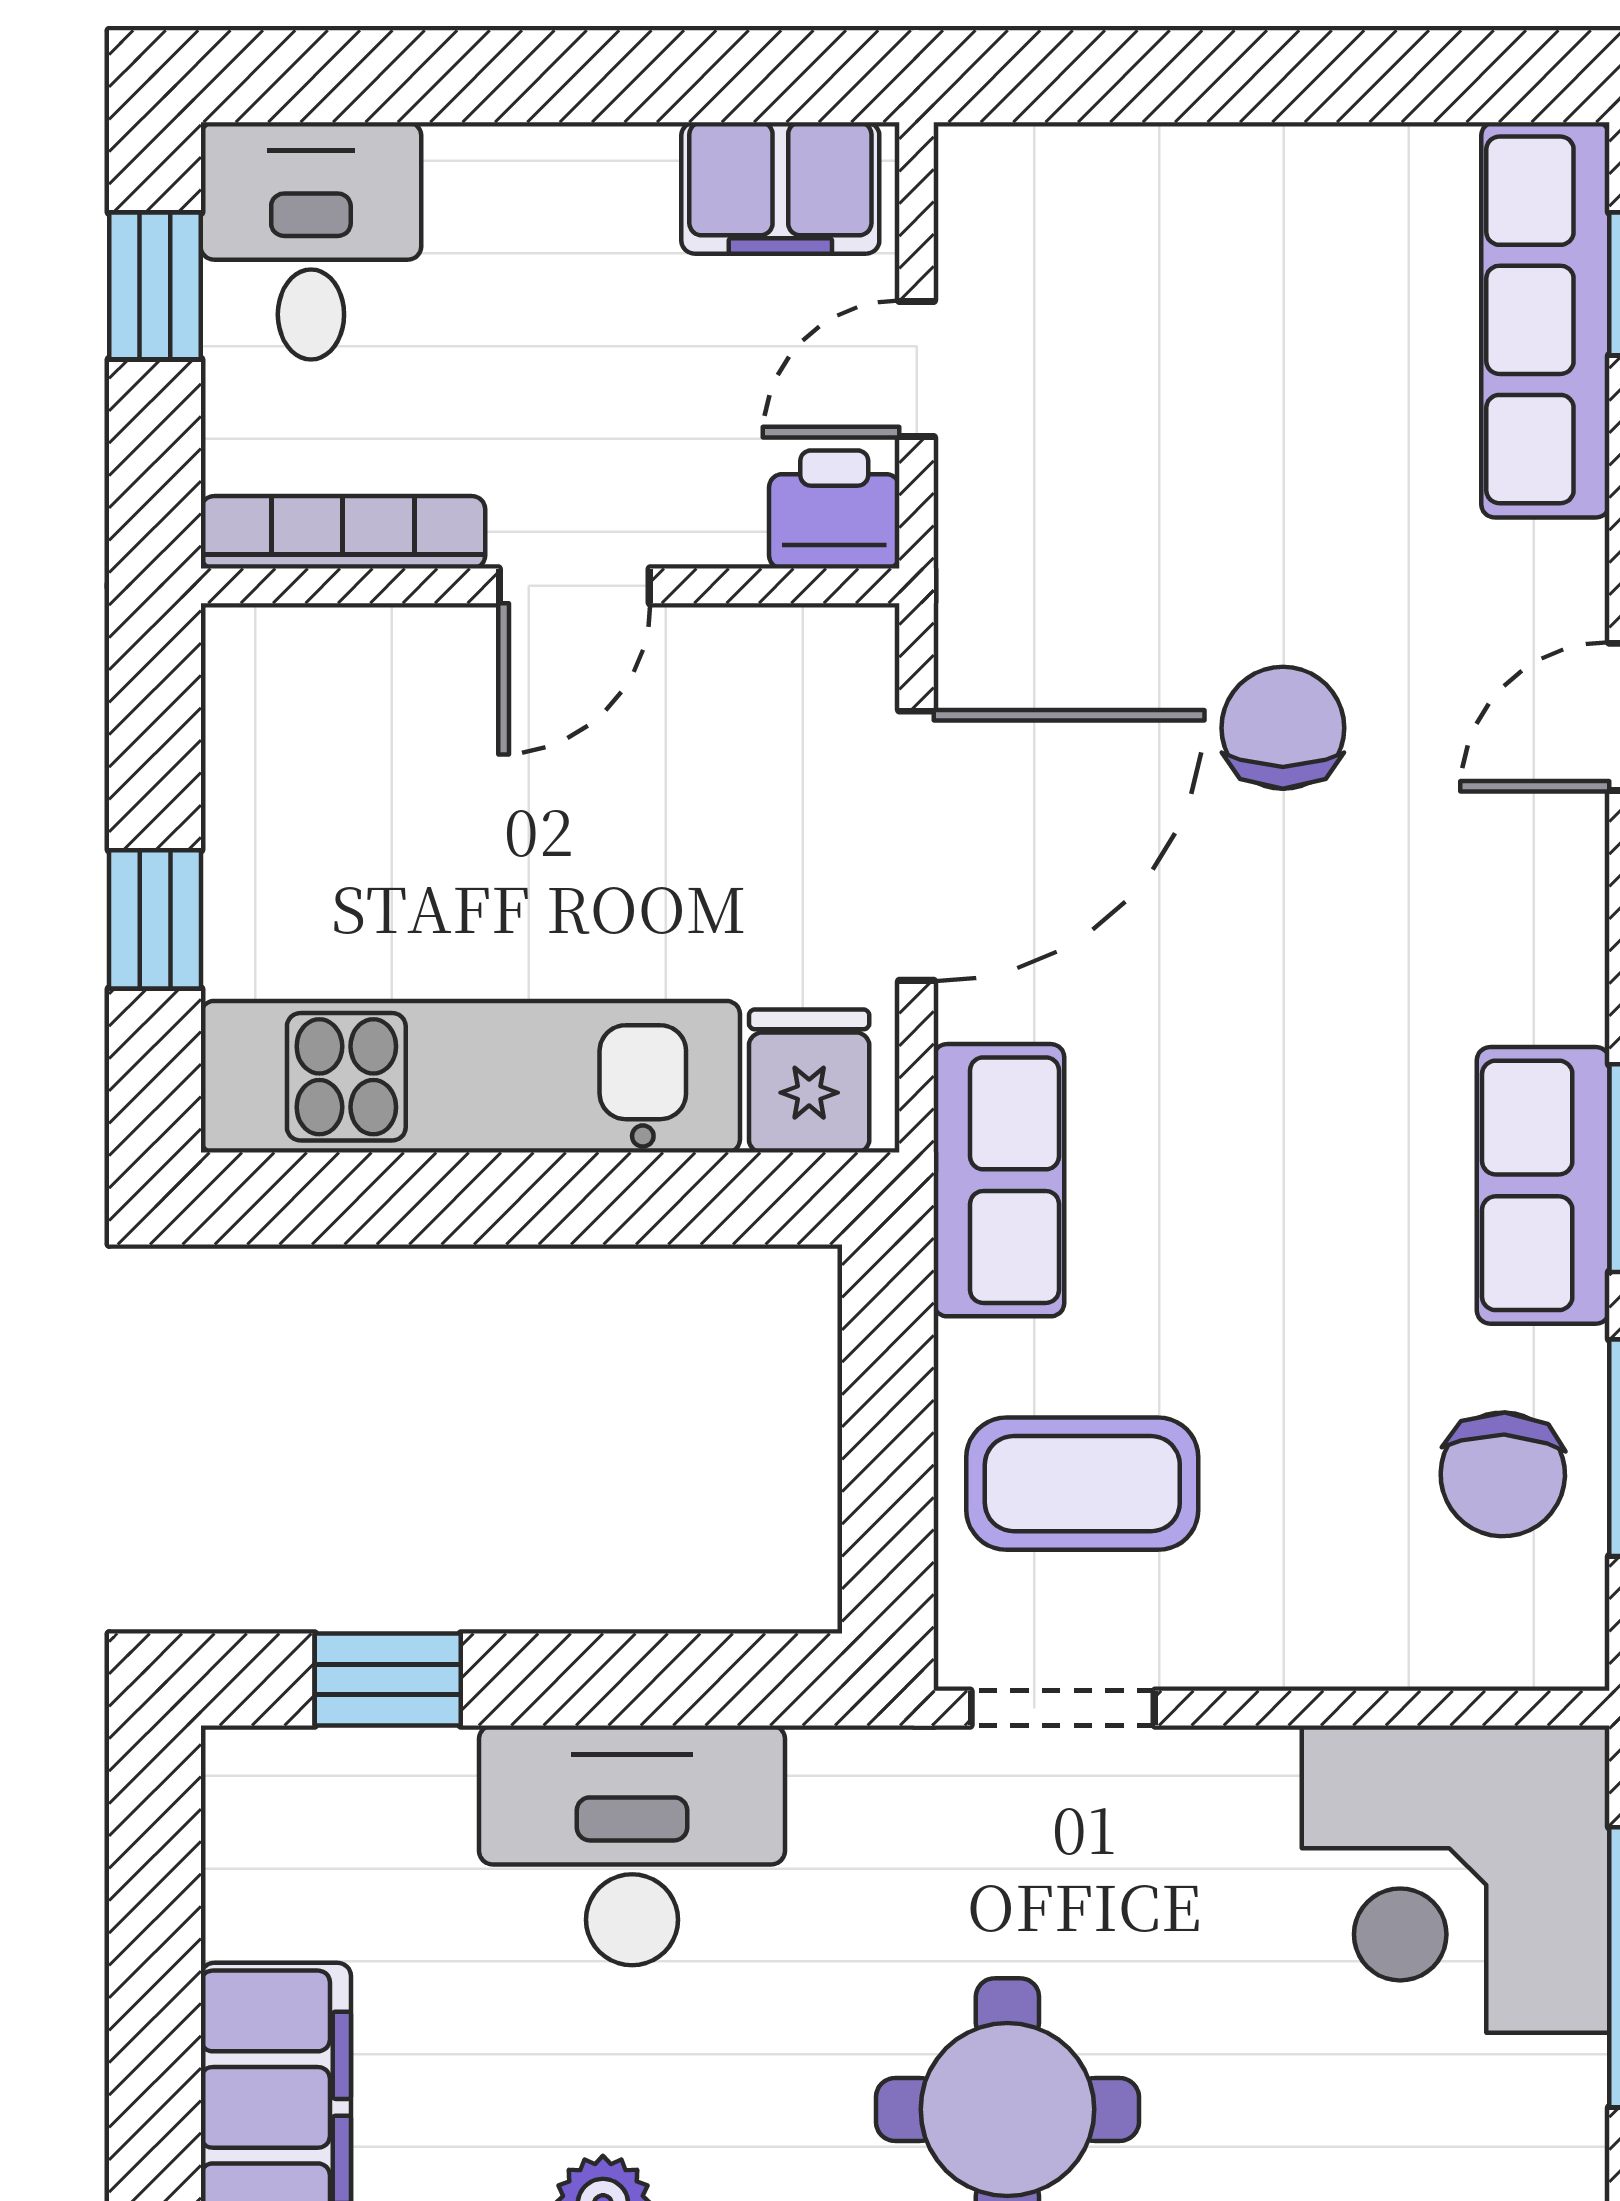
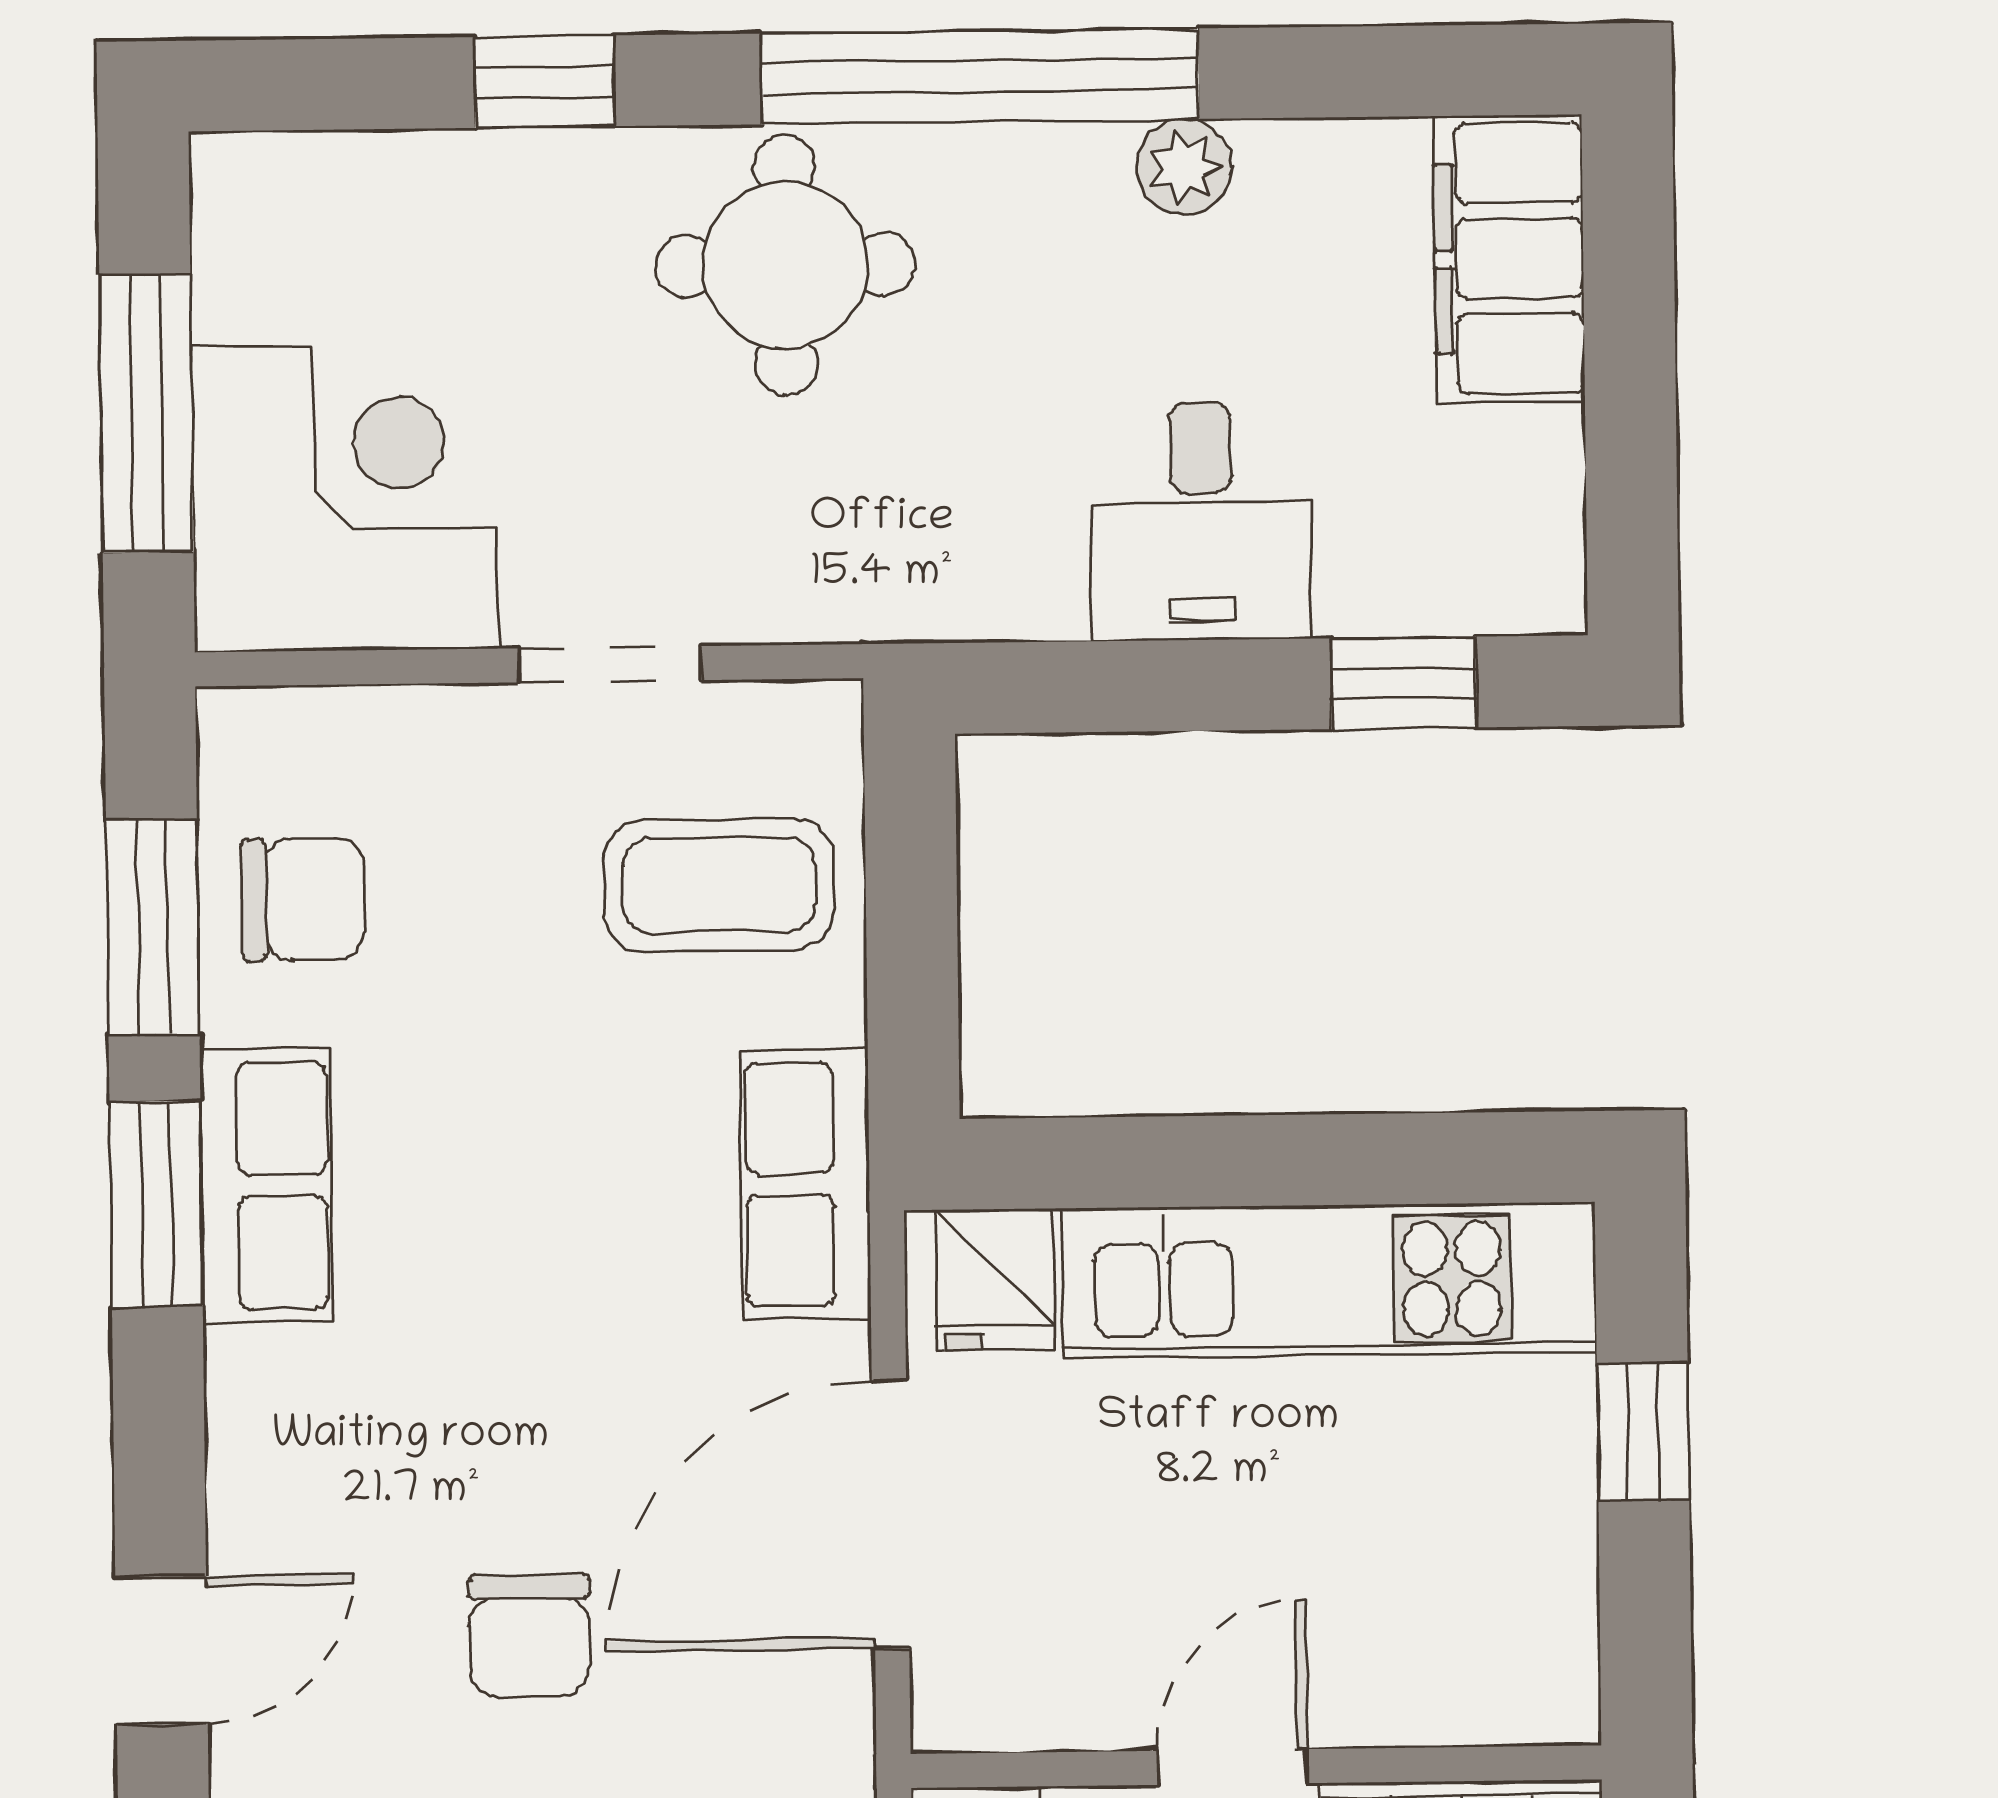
chair: (1503, 1474) -> (303, 899), turned 88
doorway: (1063, 1708) -> (610, 664), moved
desk: (632, 1845) -> (1201, 521), width x0.73

